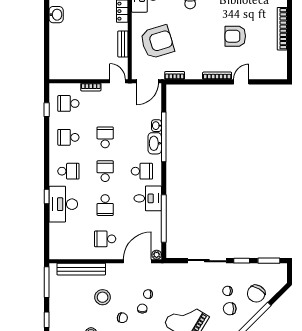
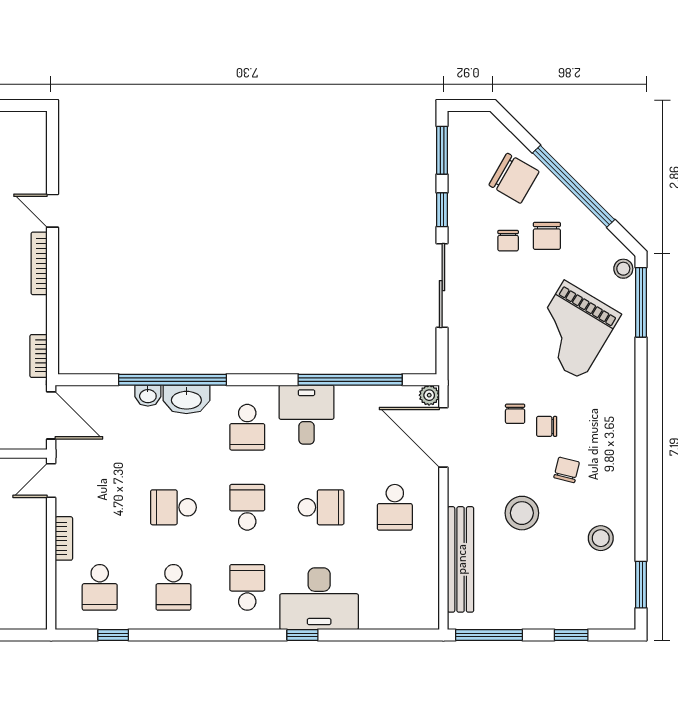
school desk: (105, 171) -> (247, 507), turned 90
school desk: (142, 171) -> (247, 427), turned 180

